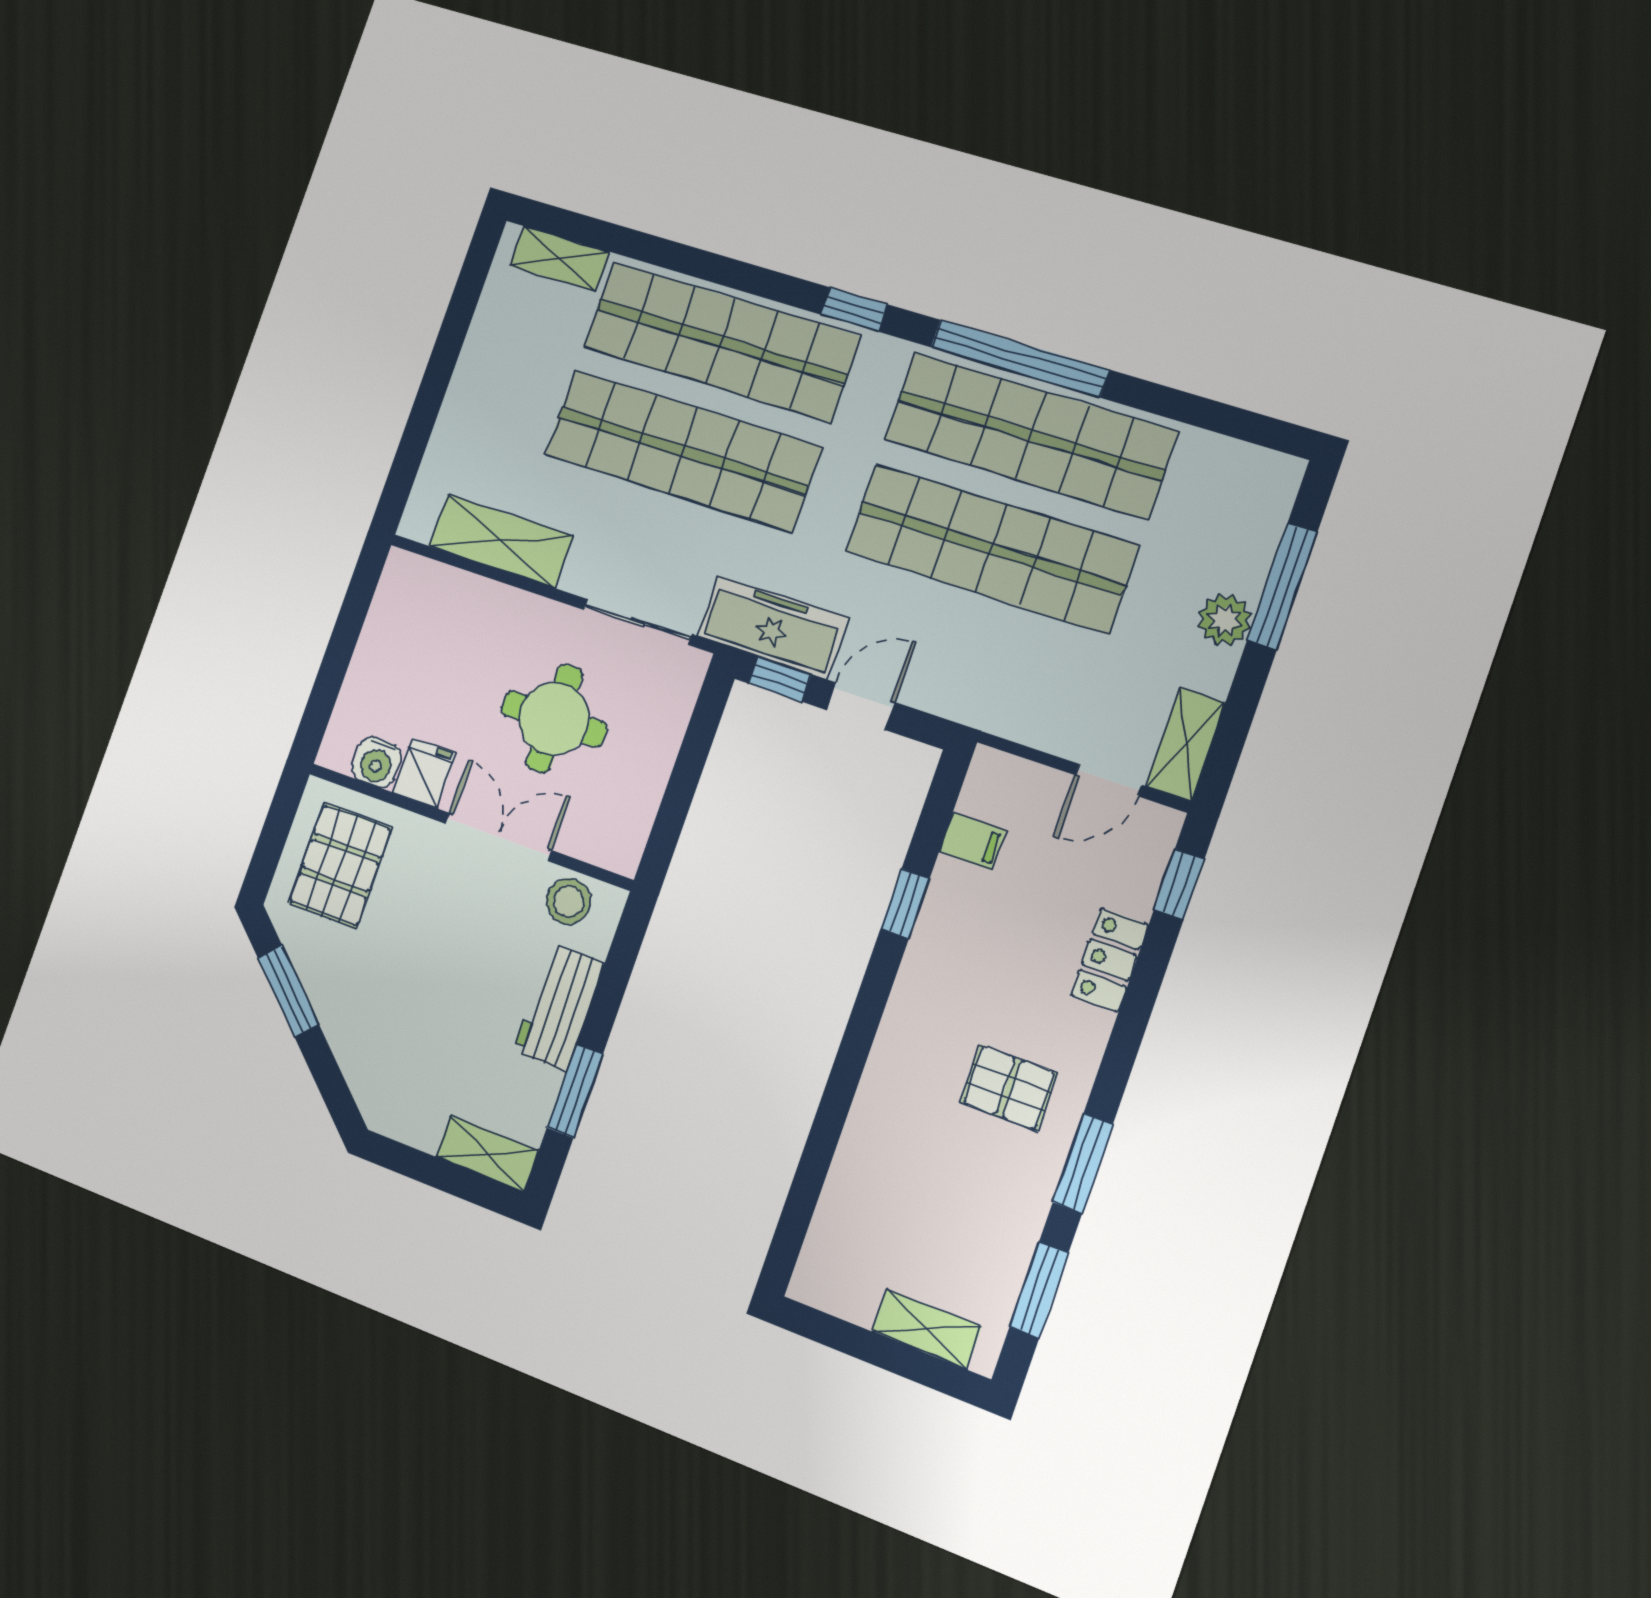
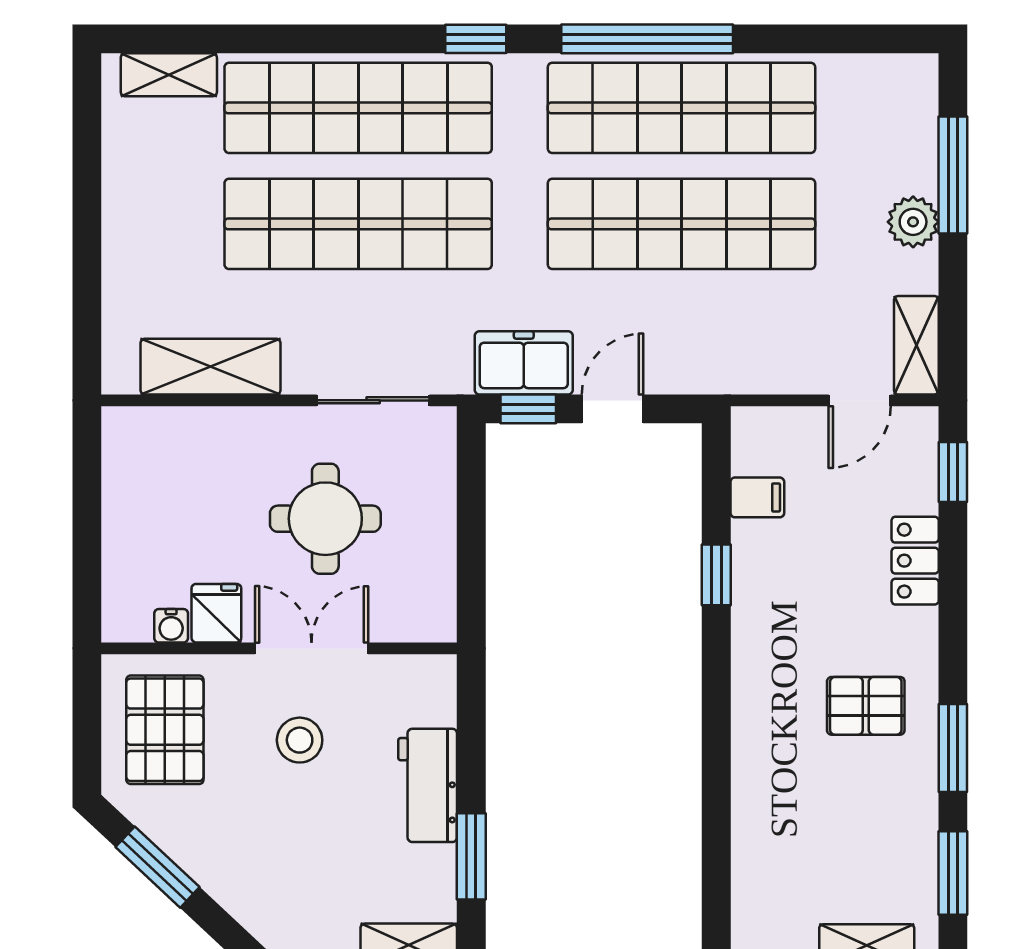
freezer: (773, 627) -> (524, 363), width x0.71
water cooler: (377, 762) -> (171, 626), width x0.72, depth x0.72
stool: (569, 901) -> (300, 740), moved

